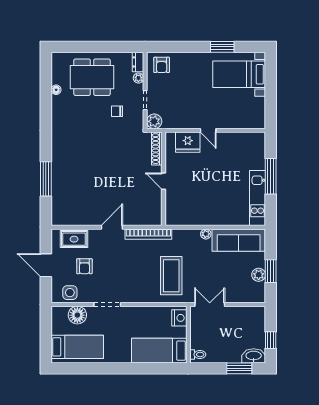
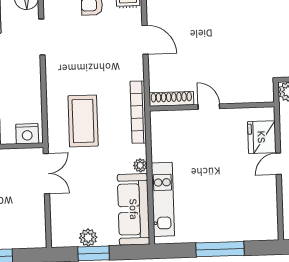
shoe rack: (157, 149) -> (171, 99), moved
door: (163, 181) -> (209, 107), hinge flipped
kitchen unit: (258, 198) -> (163, 199), moved, turned 90
bookcase: (148, 234) -> (138, 112), moved
coffee table: (171, 276) -> (83, 121), turned 90

